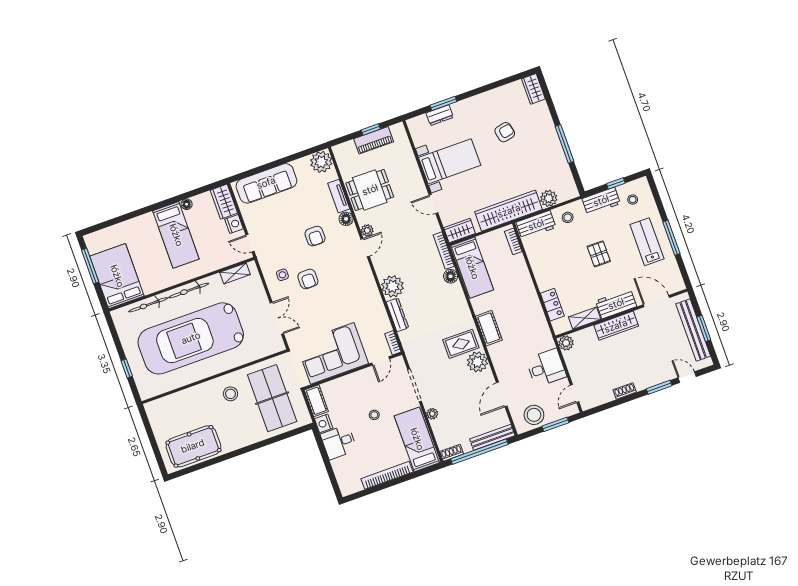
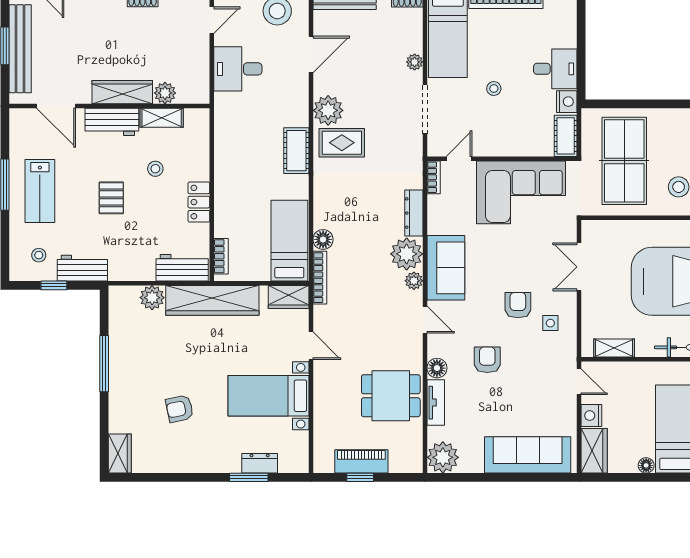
stool: (568, 217) -> (155, 169), moved
plant: (367, 230) -> (414, 281), moved
door: (365, 248) -> (425, 320), swing flipped
sofa: (364, 286) -> (446, 268), added
locker: (552, 305) -> (199, 202), moved
plant: (566, 343) -> (165, 93), moved

